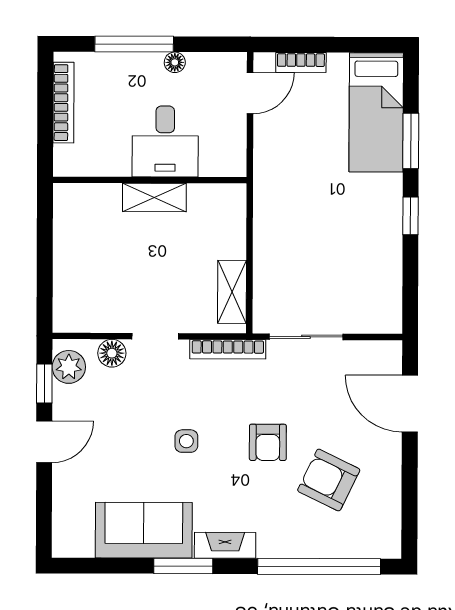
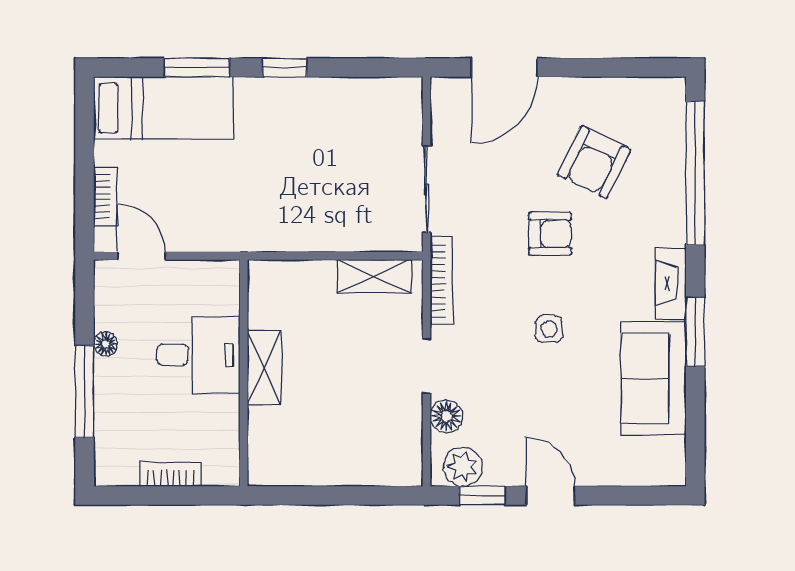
bookcase: (63, 103) -> (170, 474), width x0.64

